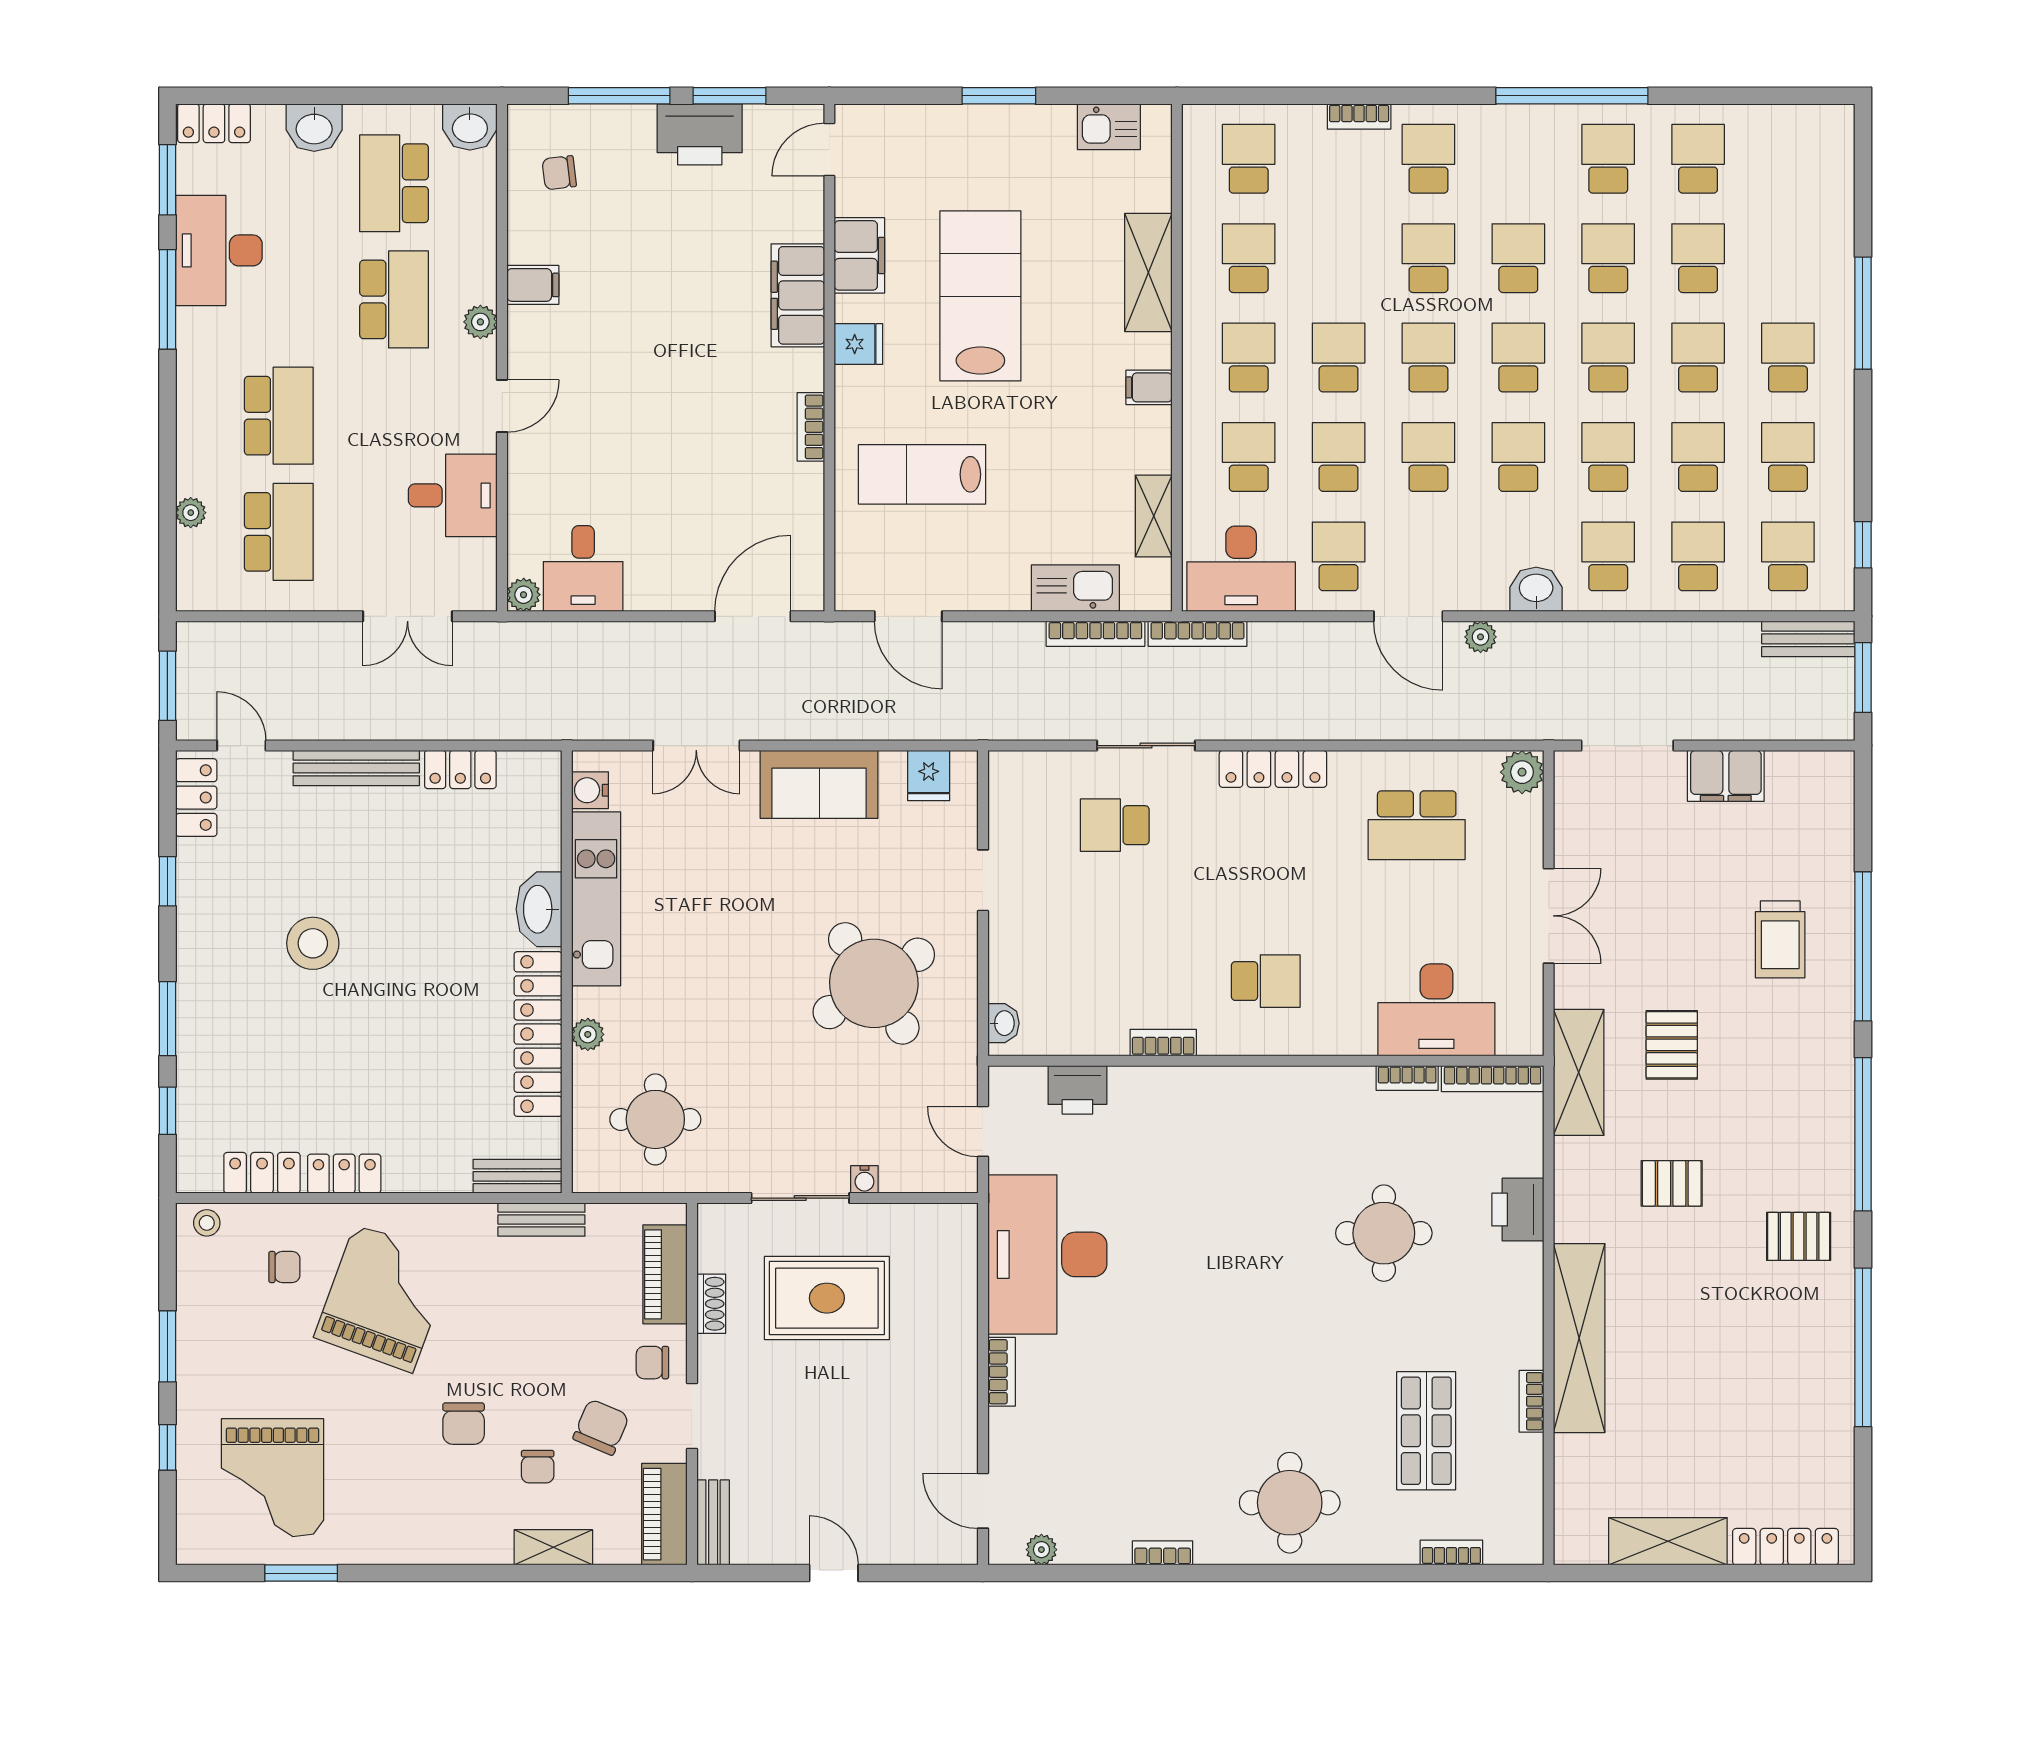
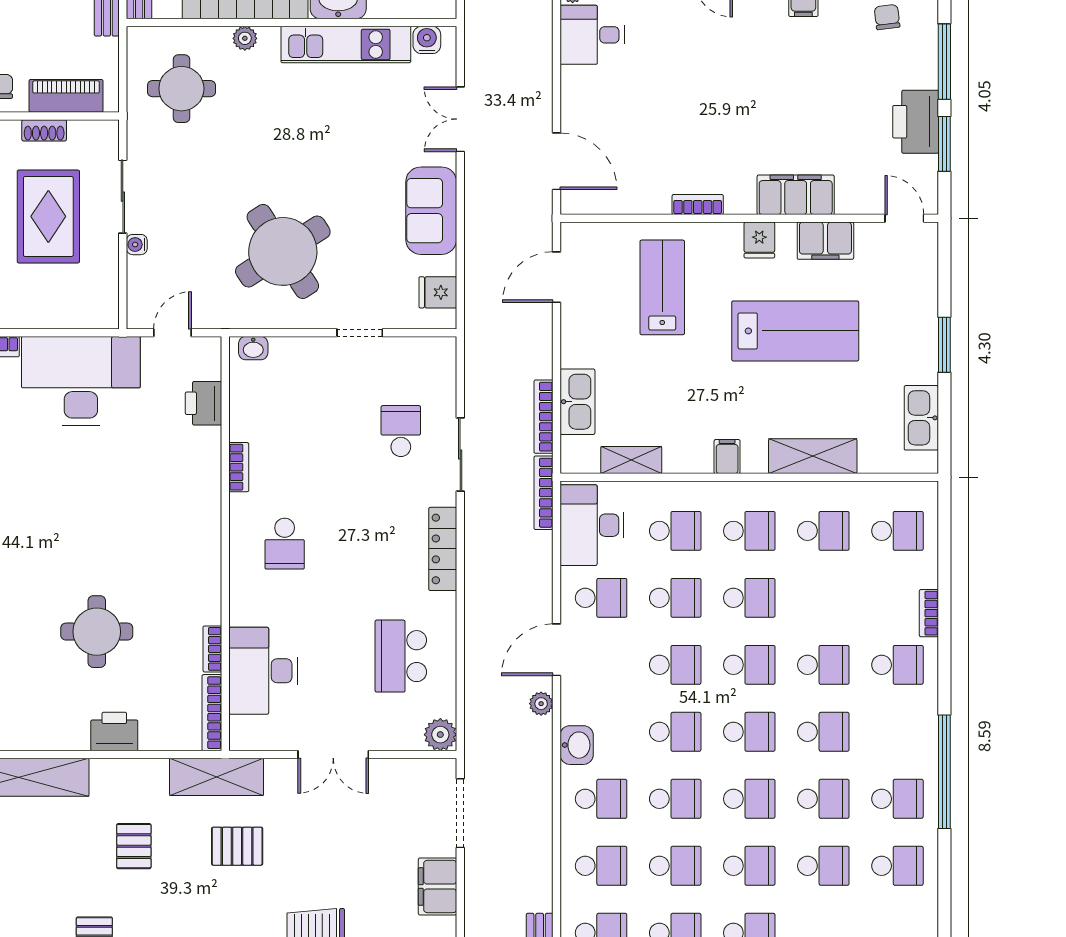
kitchen sink: (1109, 127) -> (921, 418), width x1.38

